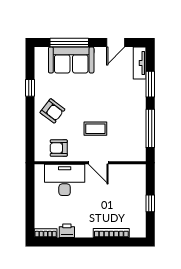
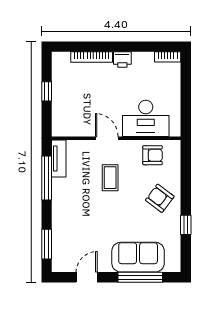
tv unit: (140, 63) -> (59, 159), moved
window: (150, 84) -> (47, 244), moved
coffee table: (95, 129) -> (110, 178), turned 90
printer: (67, 231) -> (122, 60), moved

